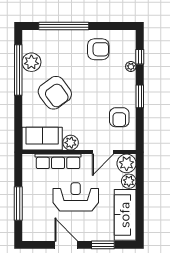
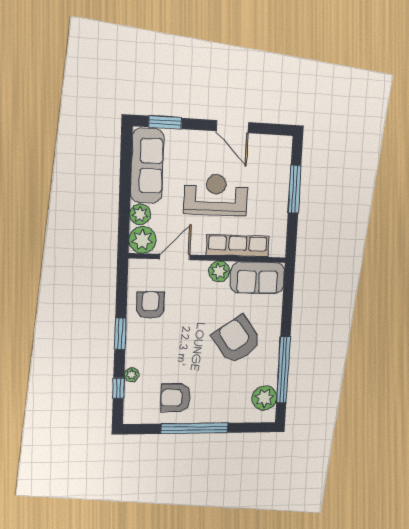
window: (64, 26) -> (195, 428), moved
plant: (31, 62) -> (264, 398), moved
reception desk: (76, 197) -> (216, 195), turned 180
window: (103, 245) -> (165, 122), moved

